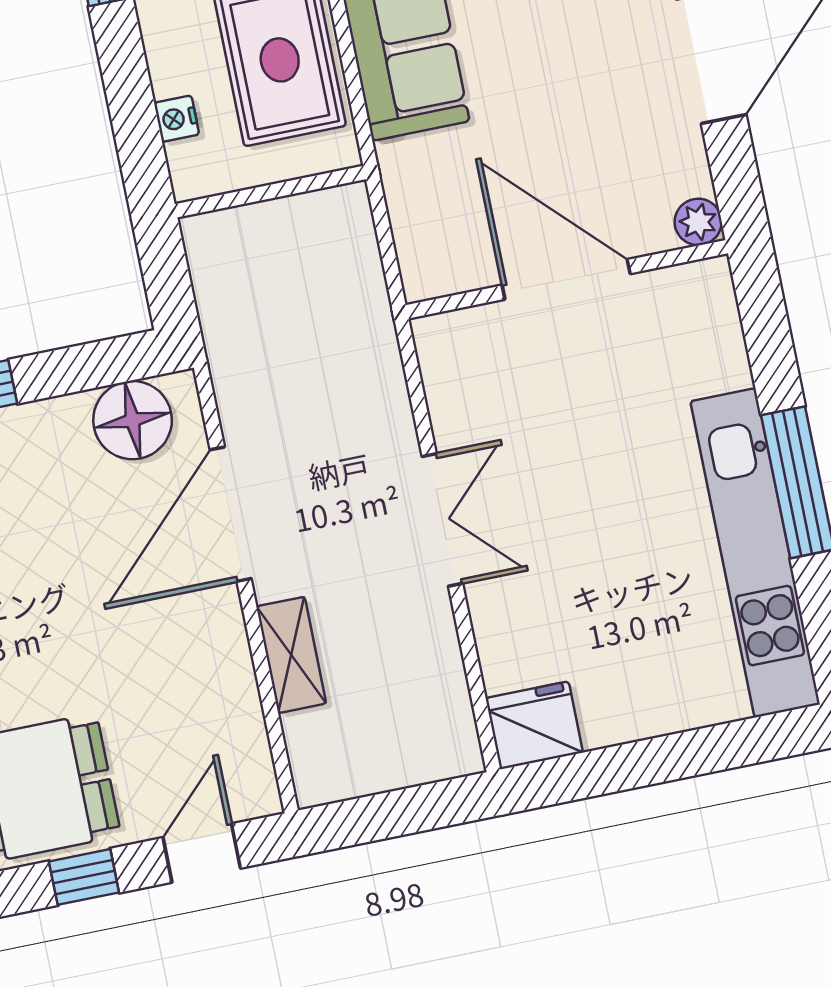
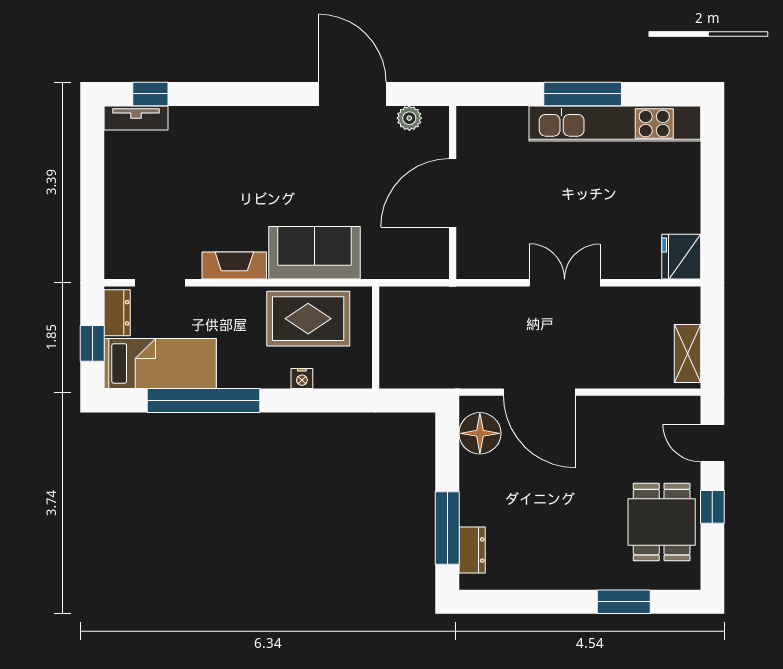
nightstand: (177, 119) -> (302, 379), moved
plant: (698, 222) -> (409, 118), moved
shelving: (291, 655) -> (687, 353), moved, turned 90

